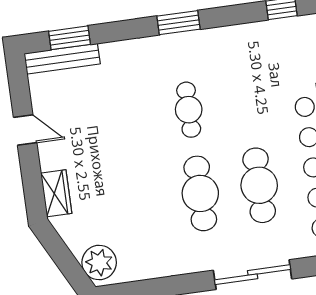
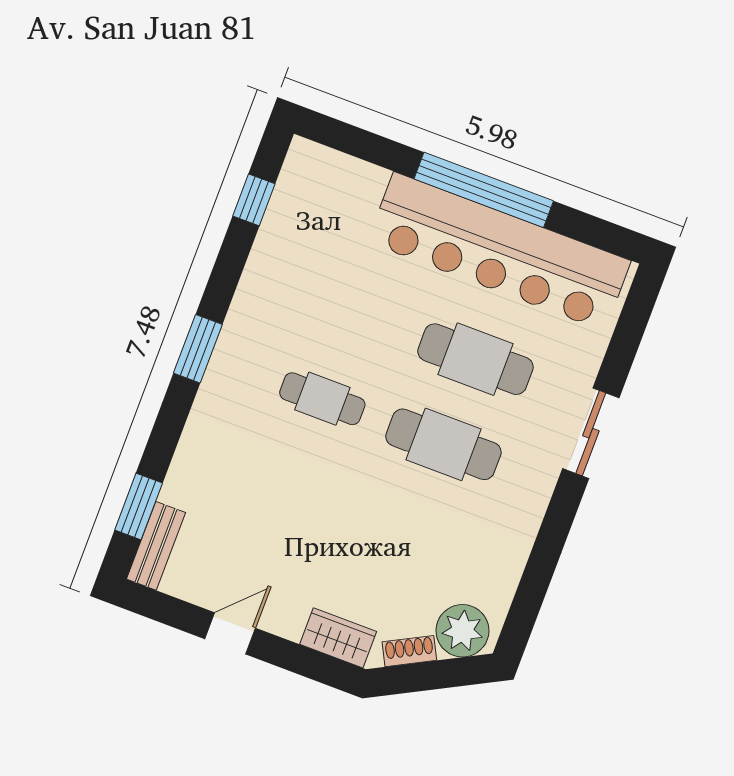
bench: (62, 59) -> (156, 546), width x0.73
shoe rack: (71, 238) -> (409, 651), added
sliding door: (253, 275) -> (591, 433), width x0.73

